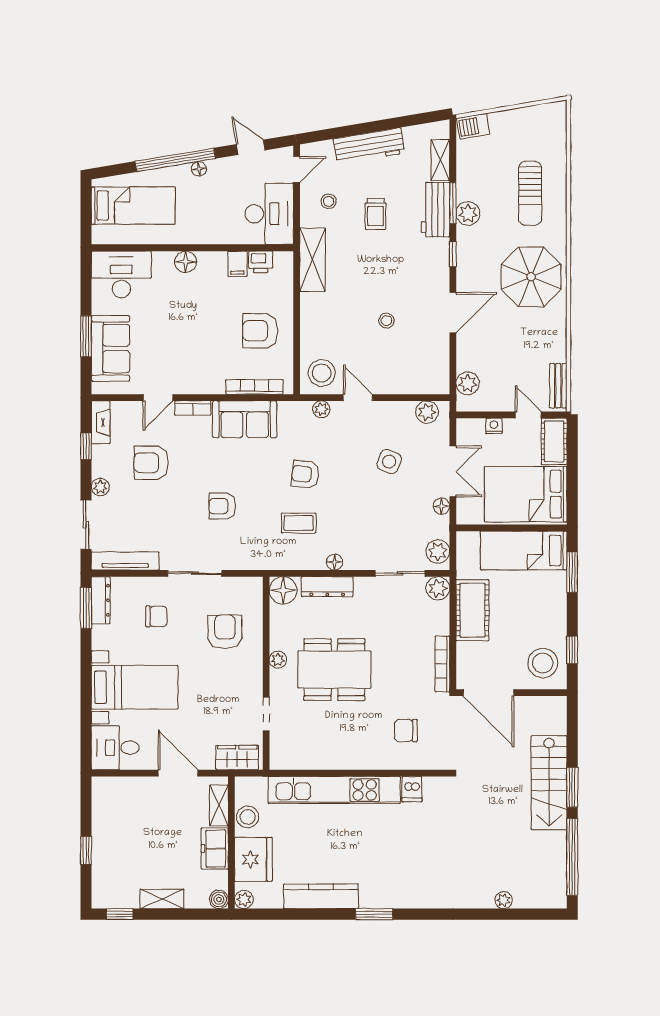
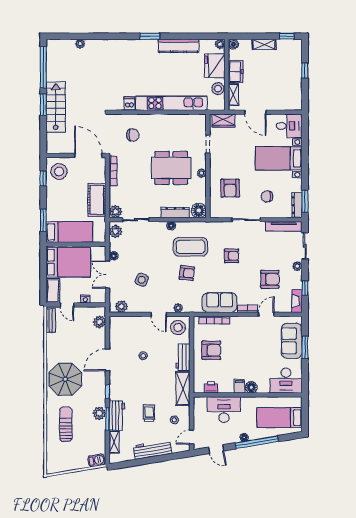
desk: (269, 214) -> (224, 410), moved, turned 90
filing cabinet: (237, 264) -> (239, 386), moved
workbench: (312, 318) -> (183, 357), added
coffee table: (299, 523) -> (190, 247), width x1.86, depth x1.72

